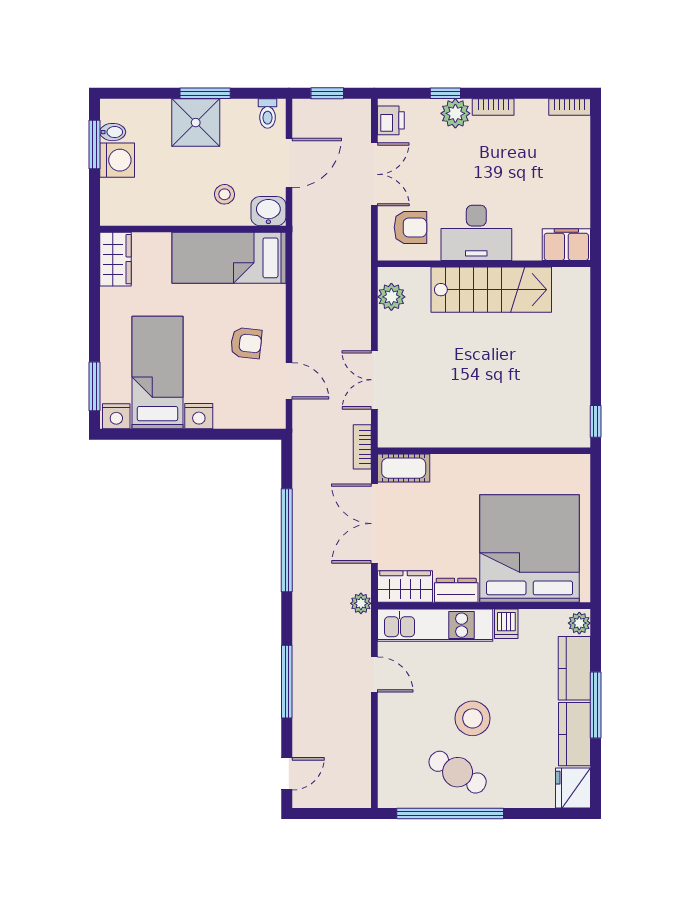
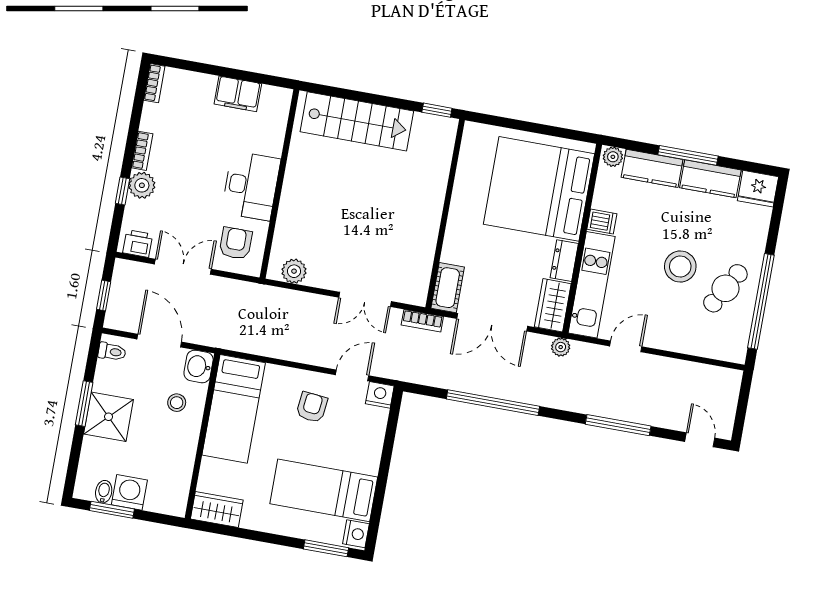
filing cabinet: (566, 245) -> (238, 94), moved, turned -90
stairs: (491, 290) -> (357, 121), moved, turned 90
nightstand: (199, 416) -> (380, 395), moved, turned -90

